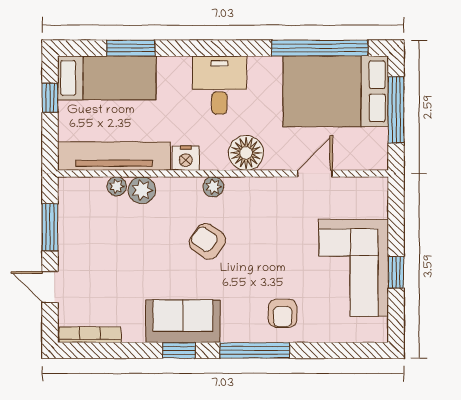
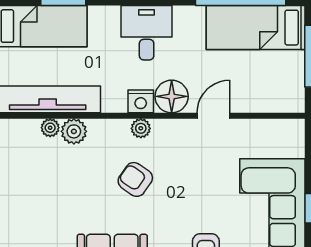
bed: (336, 91) -> (256, 28), width x0.67
nightstand: (186, 158) -> (141, 101), moved
door: (315, 174) -> (214, 116), moved

